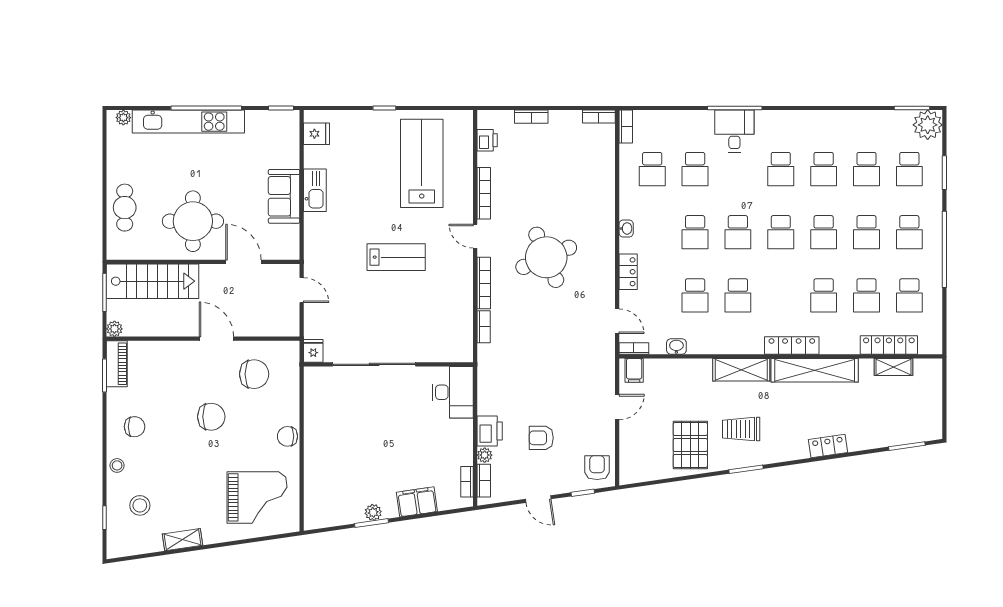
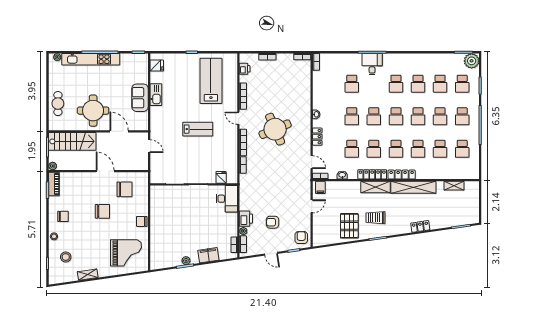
school desk: (652, 169) -> (396, 149), moved
locker: (889, 345) -> (372, 174), moved
fridge: (313, 351) -> (221, 177), moved

